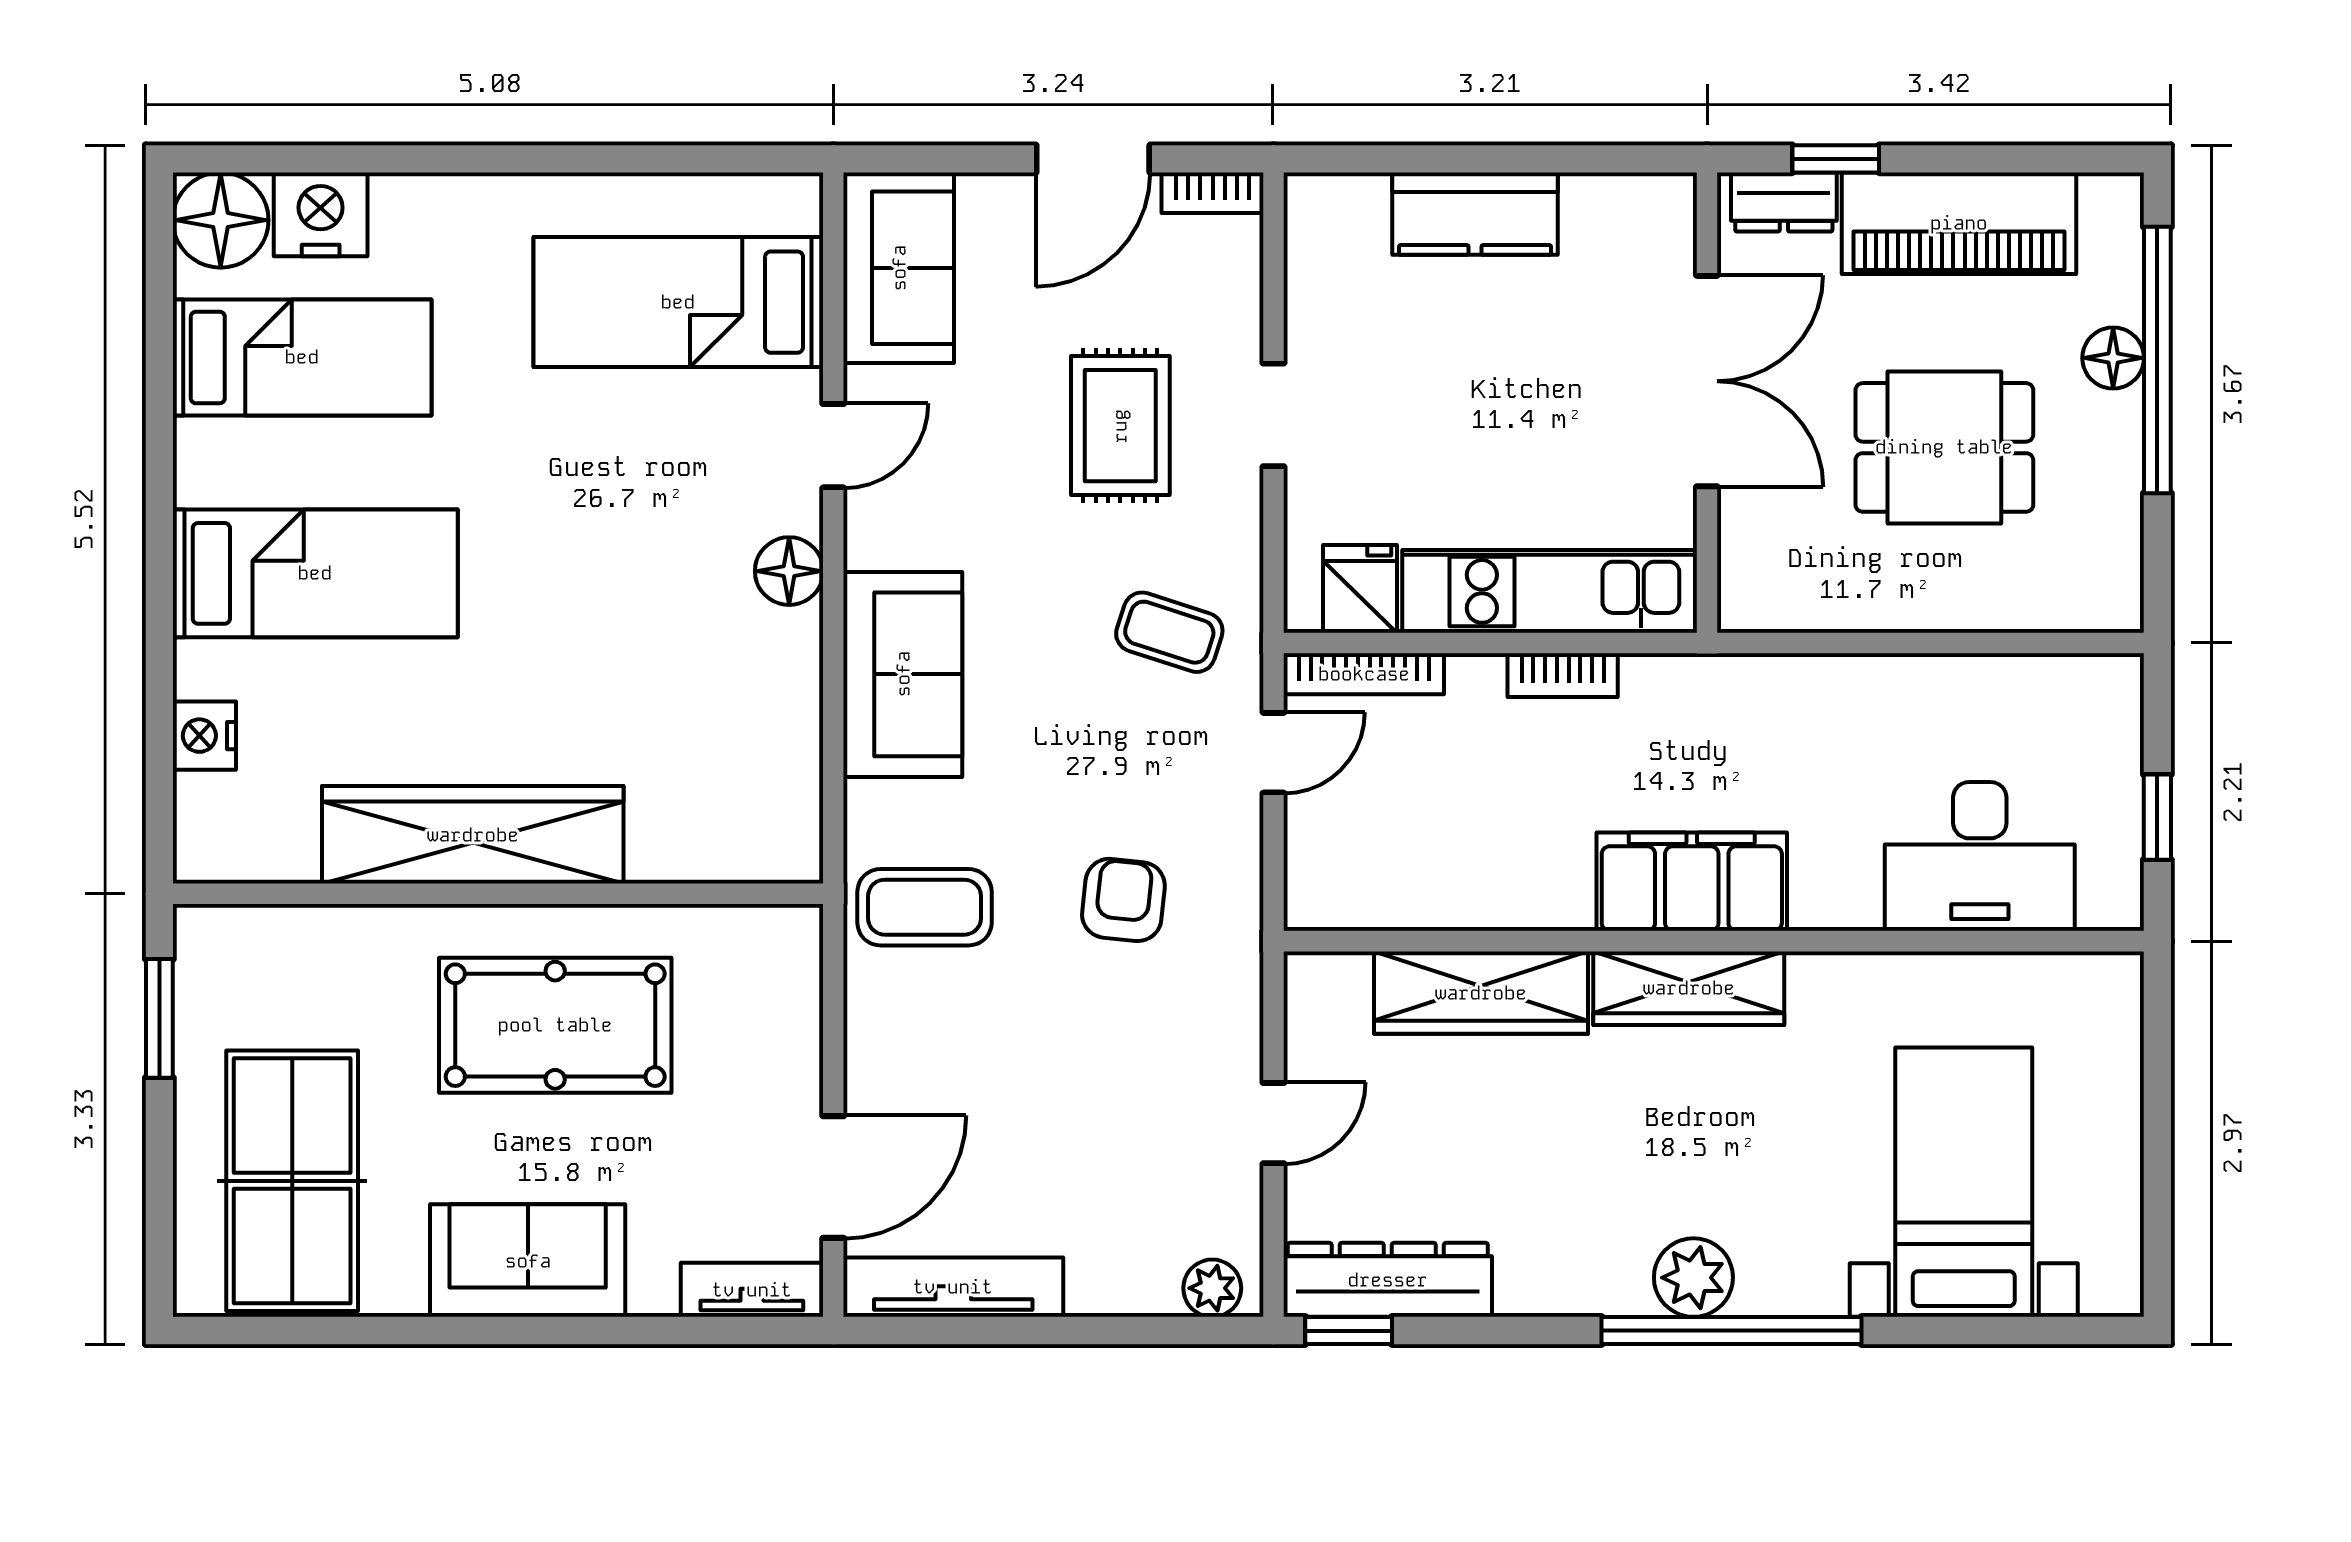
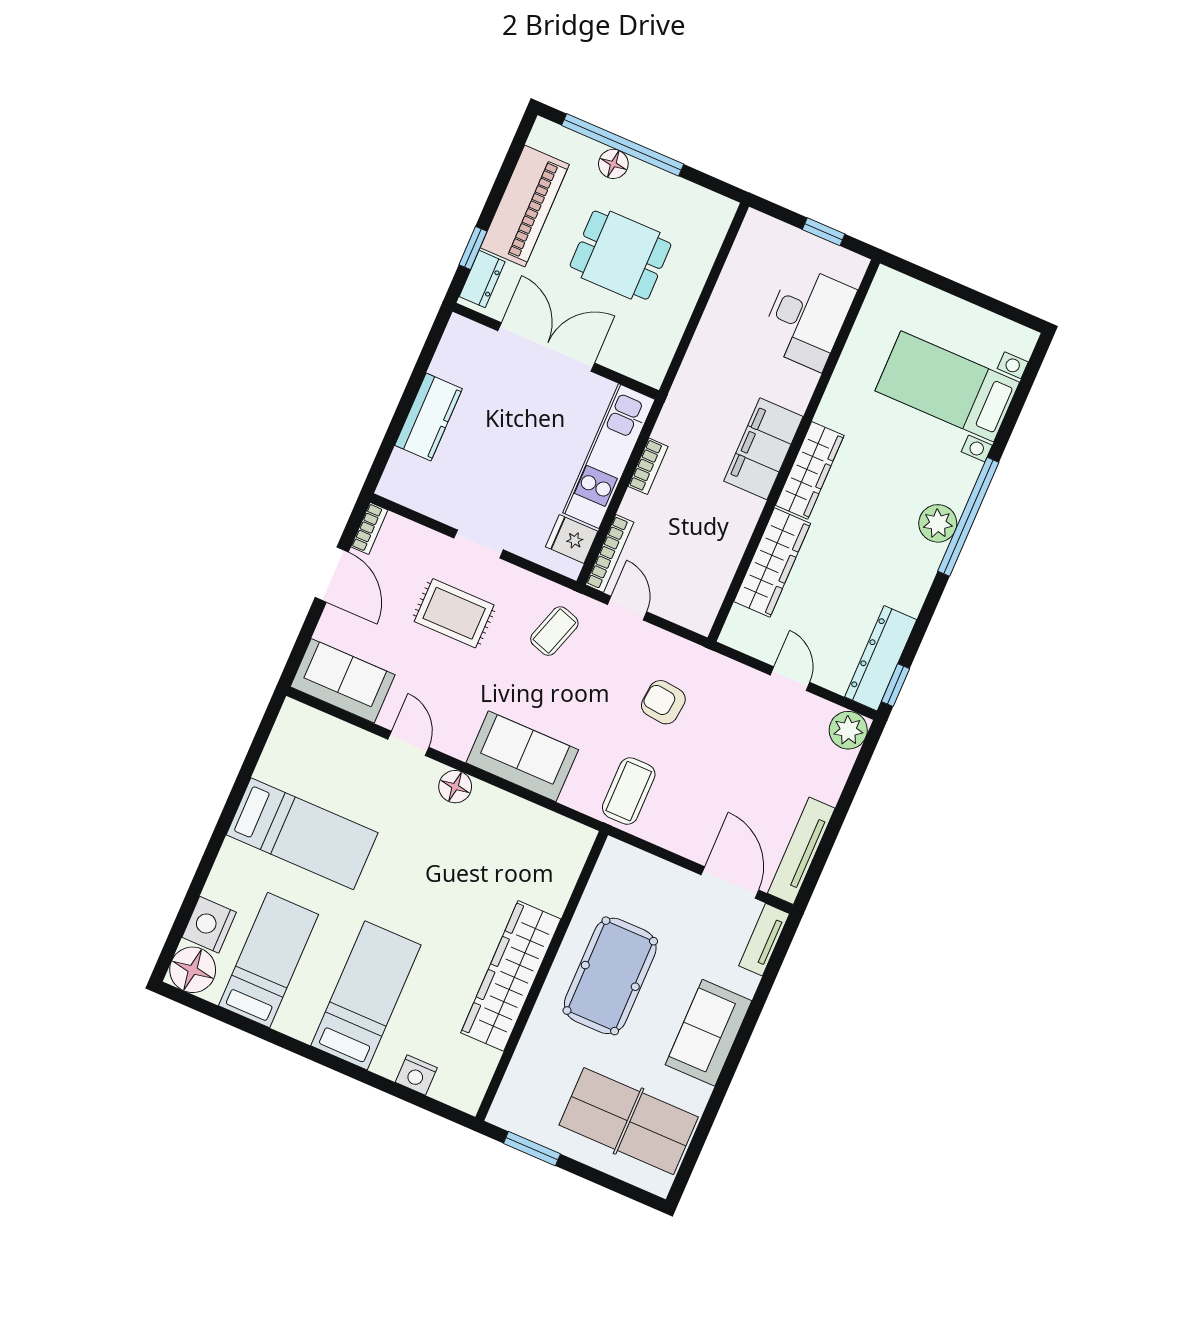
bed: (678, 302) -> (302, 834), moved, turned -90
dining table: (1944, 447) -> (621, 255), turned 90
plant: (1212, 1288) -> (848, 730), width x1.38, depth x1.38

